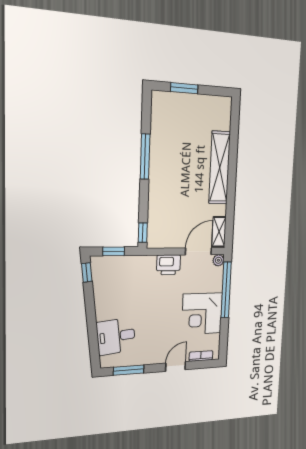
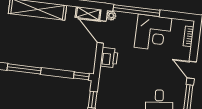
door: (176, 366) -> (192, 70), moved

